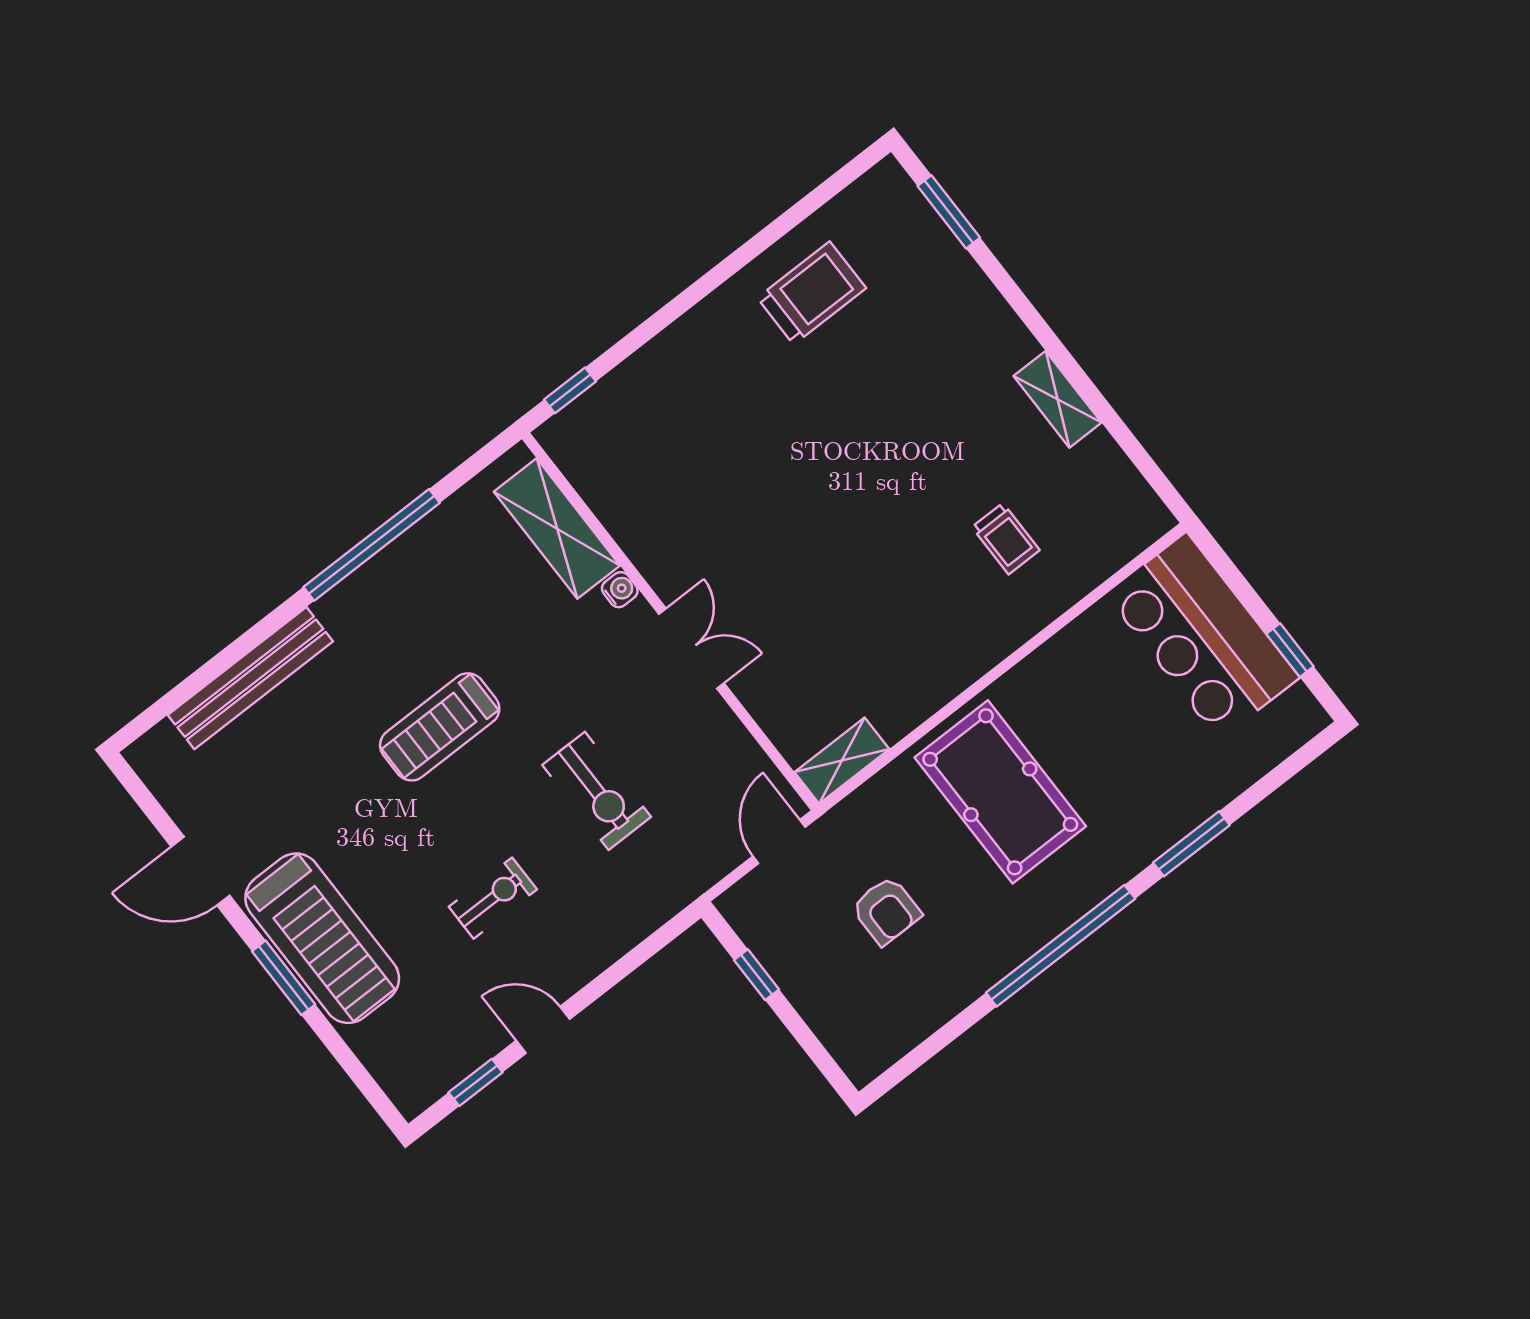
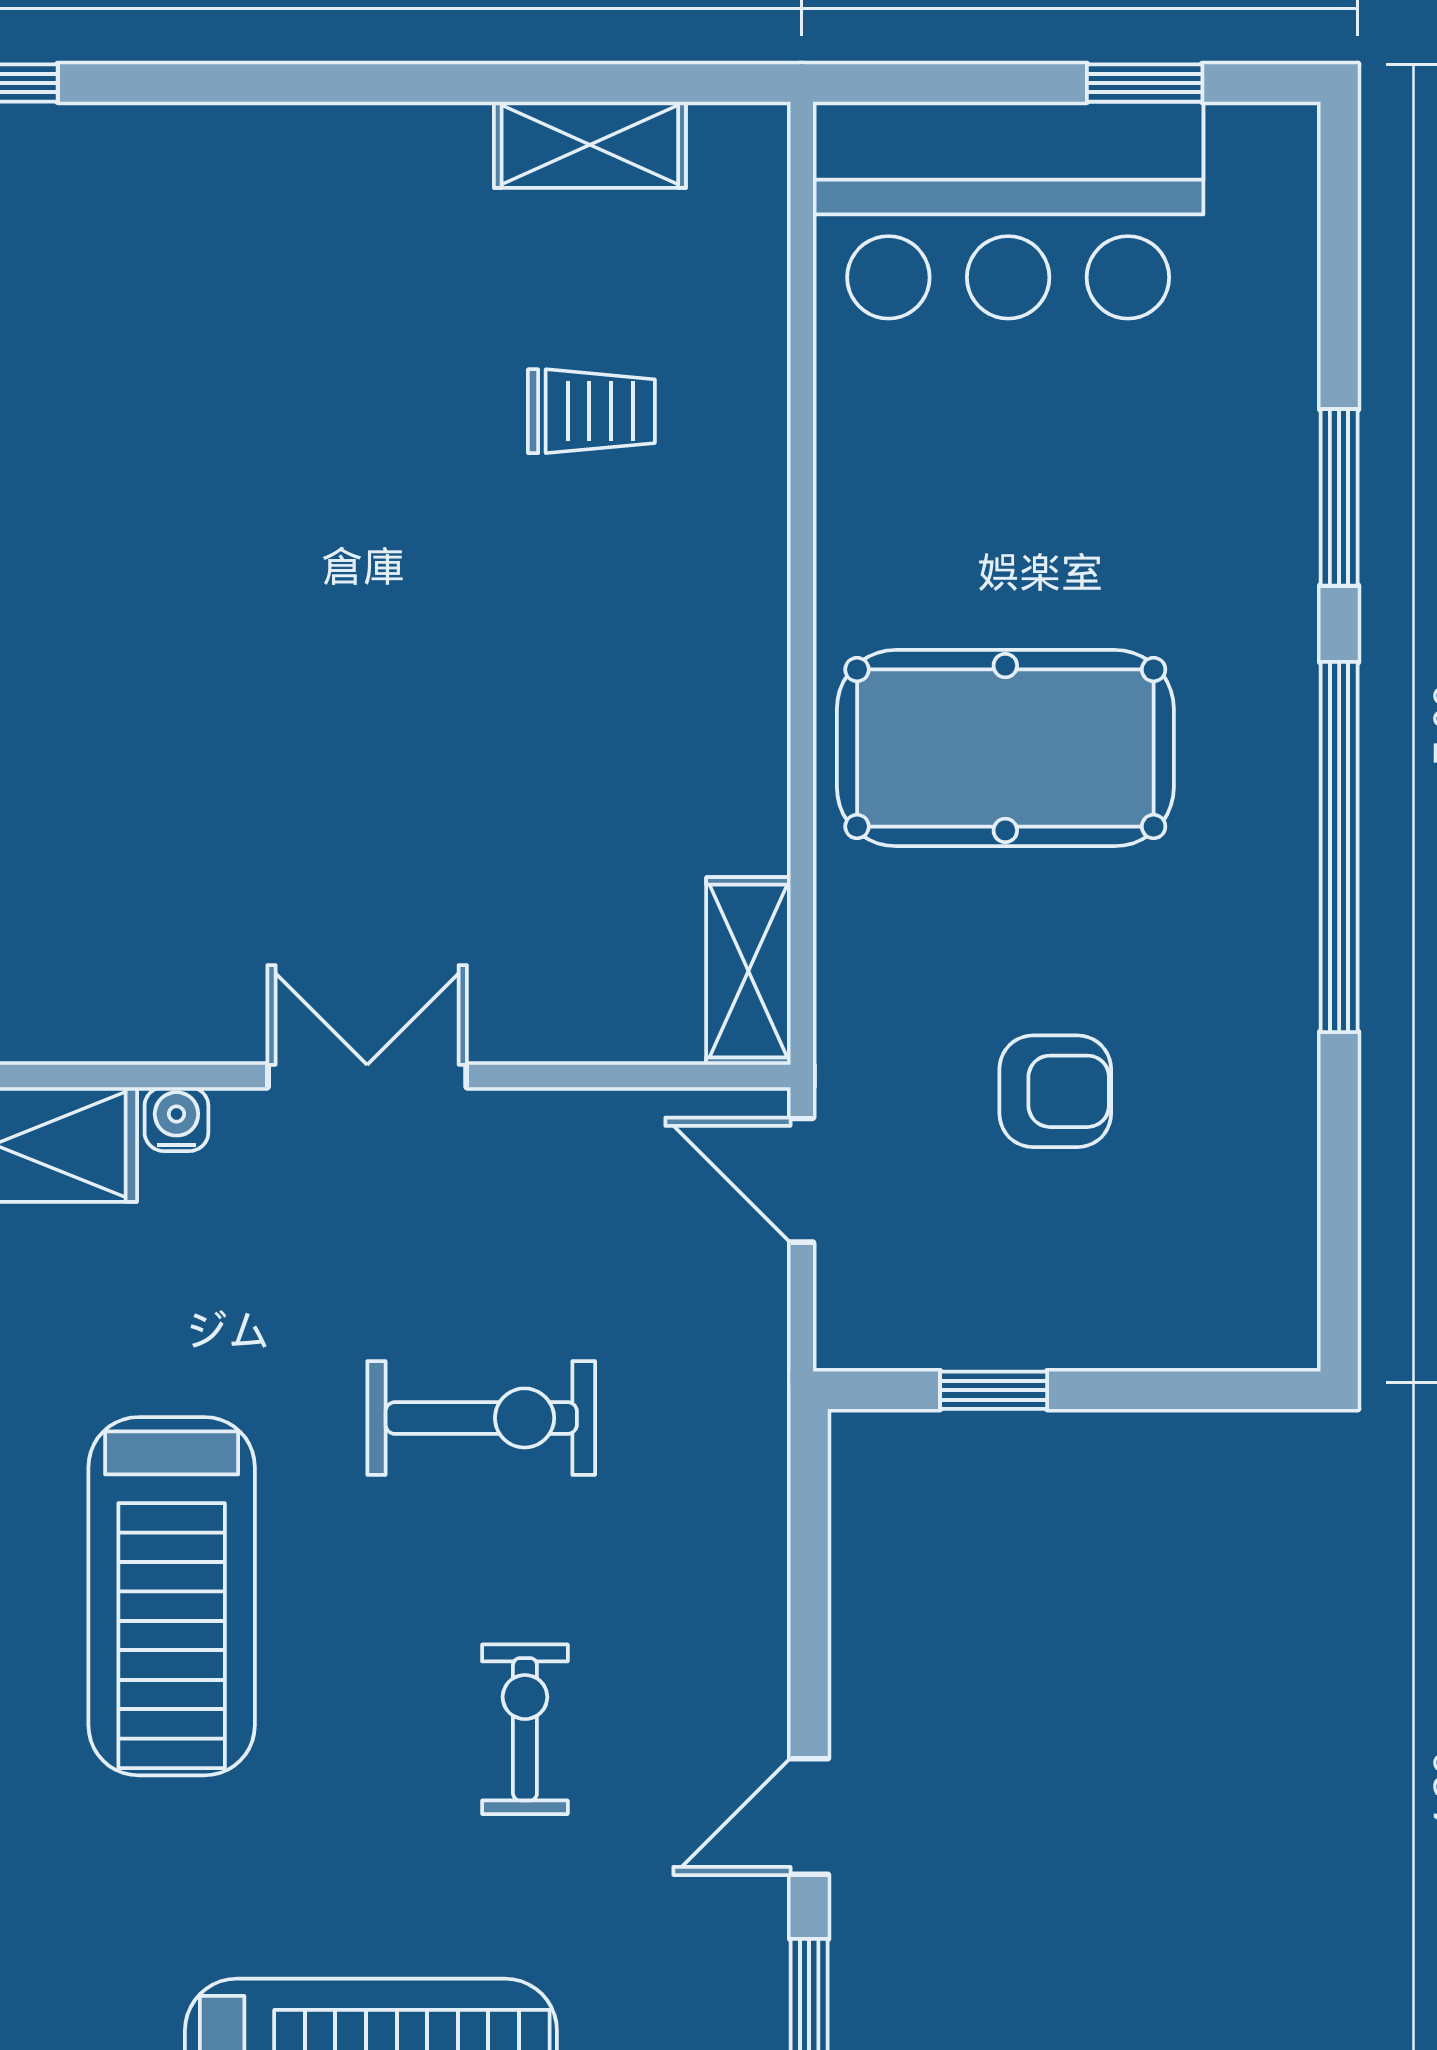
shelving: (1058, 399) -> (590, 145), moved
treadmill: (440, 727) -> (172, 1596), width x1.37, depth x1.38

